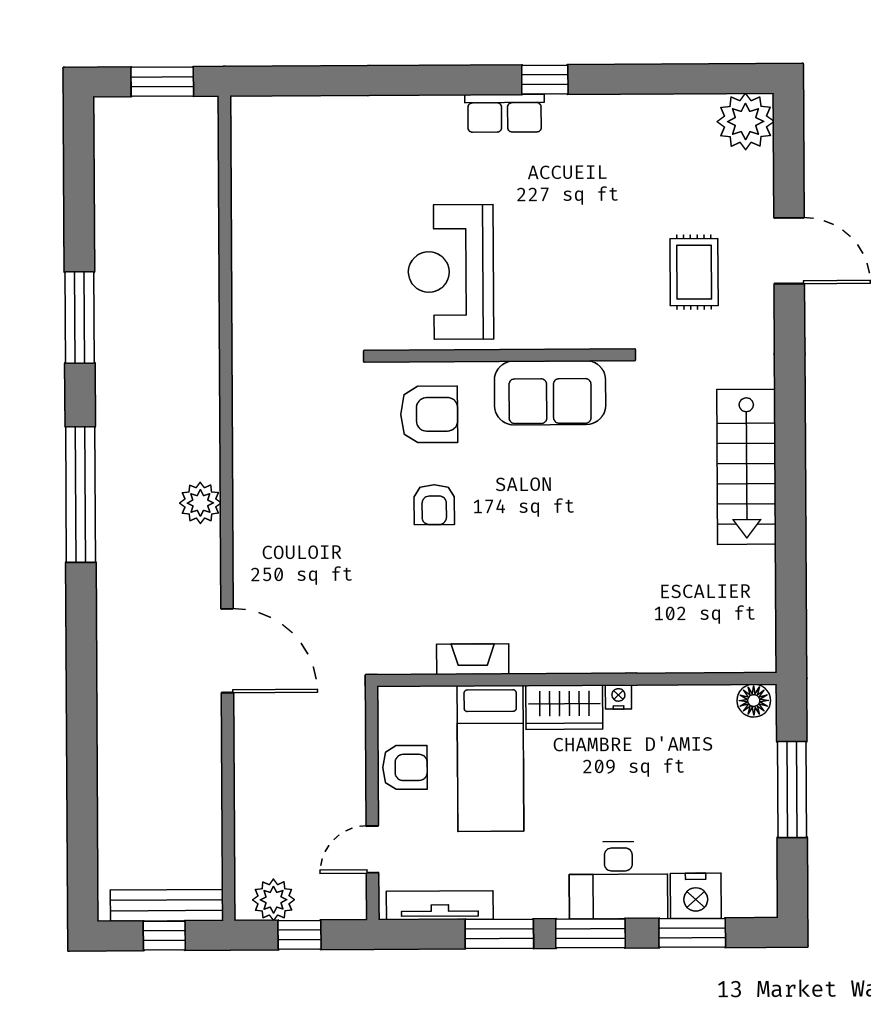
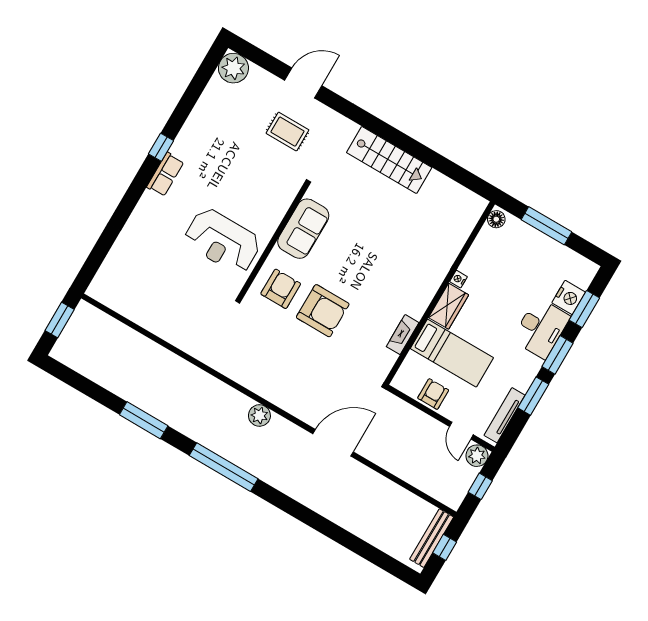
armchair: (434, 505) -> (323, 311), width x1.88, depth x1.88
plant: (274, 900) -> (477, 456), moved

